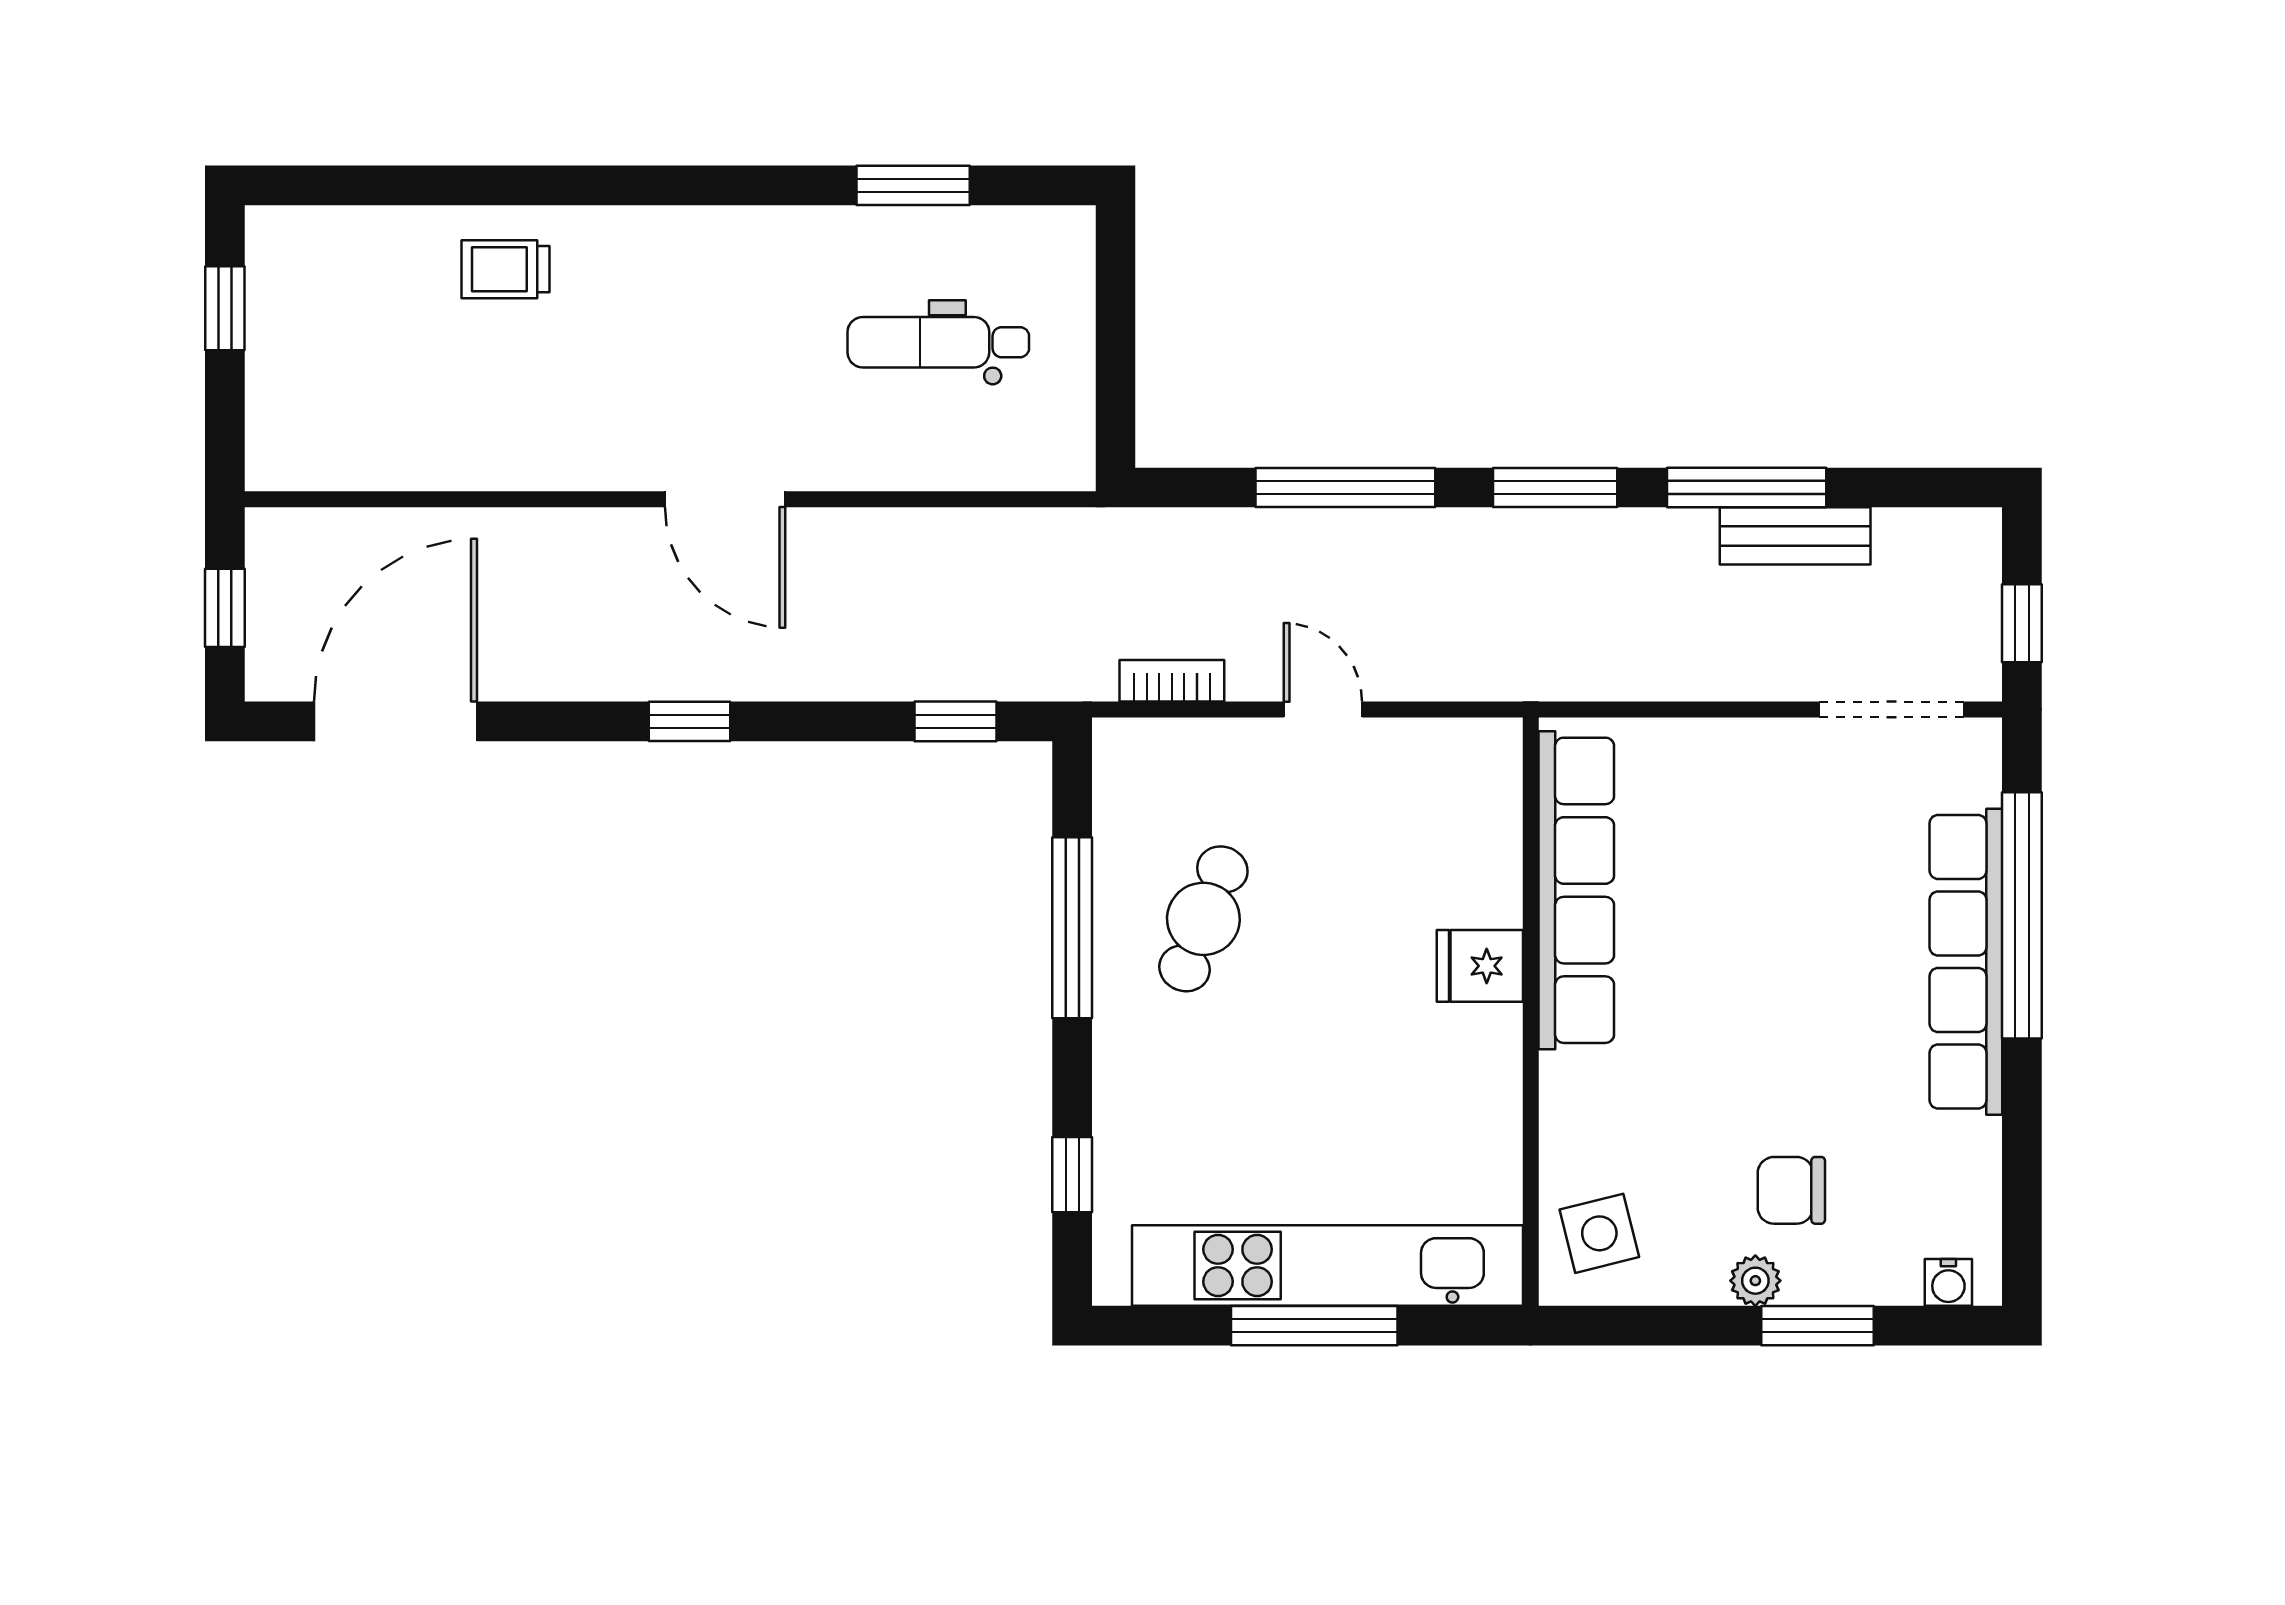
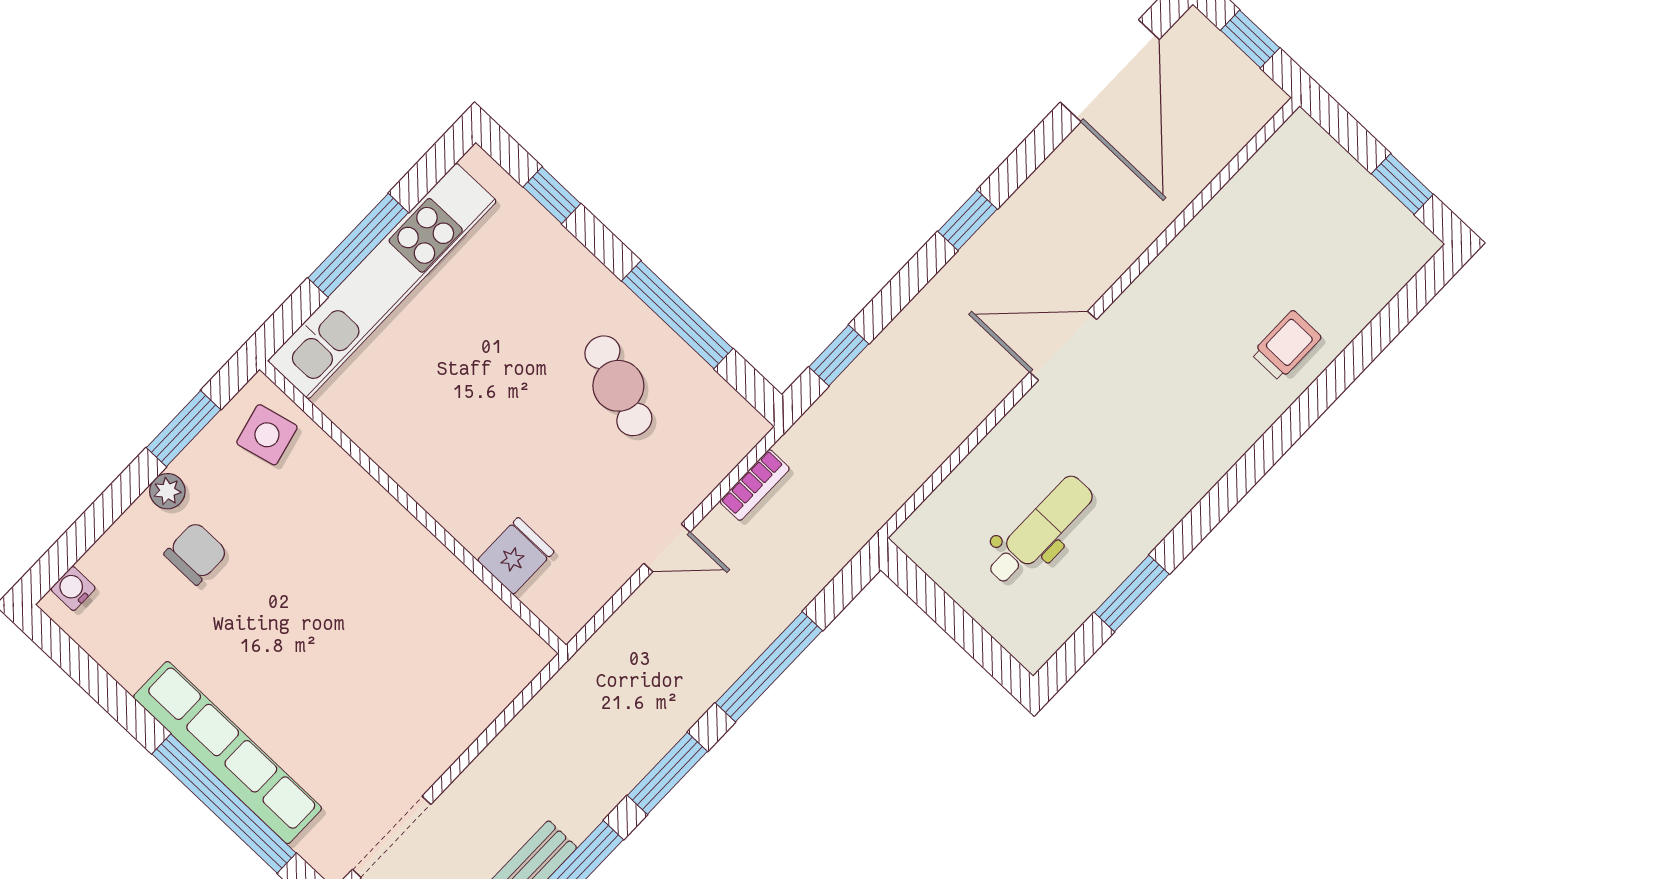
row of seats: (1576, 890) -> (452, 589), removed
fridge: (1480, 966) -> (516, 556), moved
window: (1817, 1326) -> (183, 429), moved

